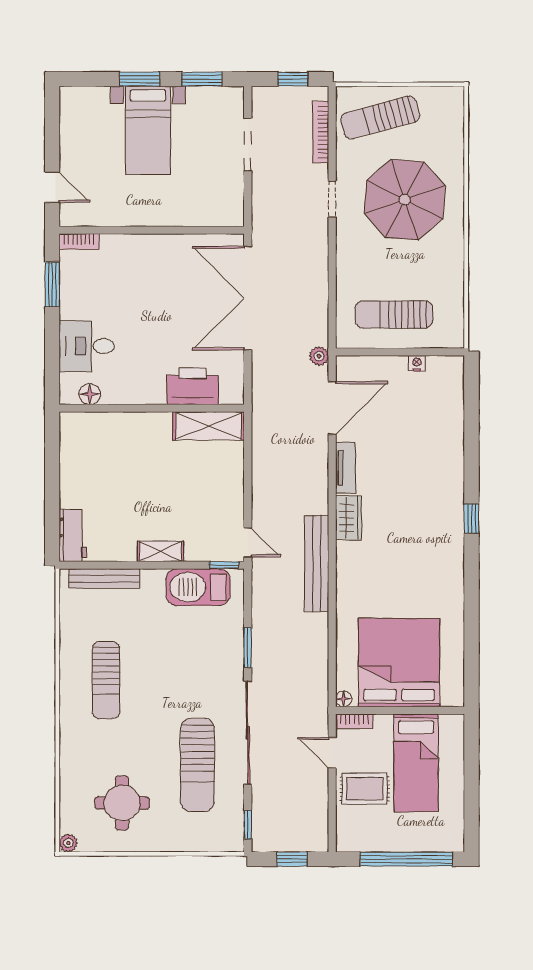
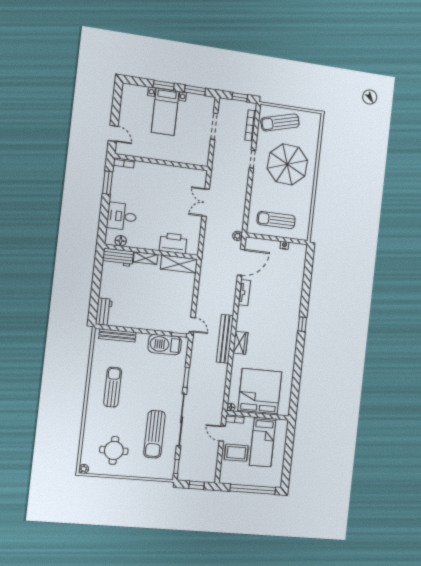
double door: (248, 298) -> (206, 203), width x0.54
workbench: (88, 427) -> (118, 257), added
wardrobe: (348, 518) -> (240, 343), moved
shelving: (160, 551) -> (146, 258), moved
sun lounger: (106, 680) -> (113, 387), turned 180

